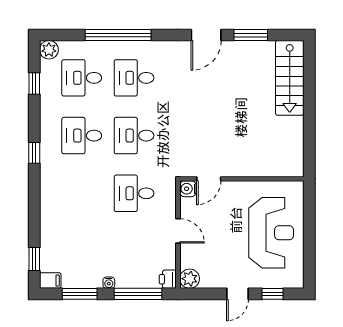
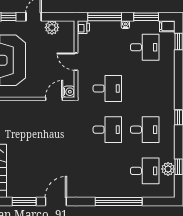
plant: (49, 50) -> (168, 169), moved
desk: (134, 78) -> (145, 47), moved
plant: (190, 279) -> (52, 27), moved

